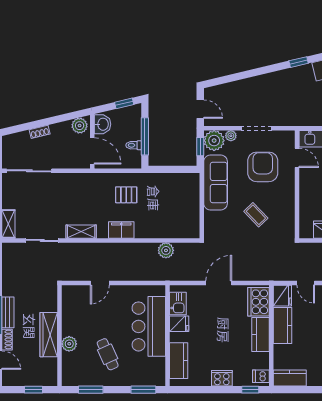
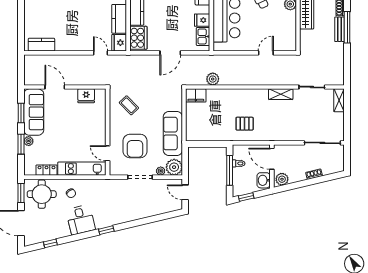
window: (200, 147) -> (185, 162), removed
coffee table: (256, 215) -> (129, 105), moved
filing cabinet: (121, 230) -> (196, 95), moved

